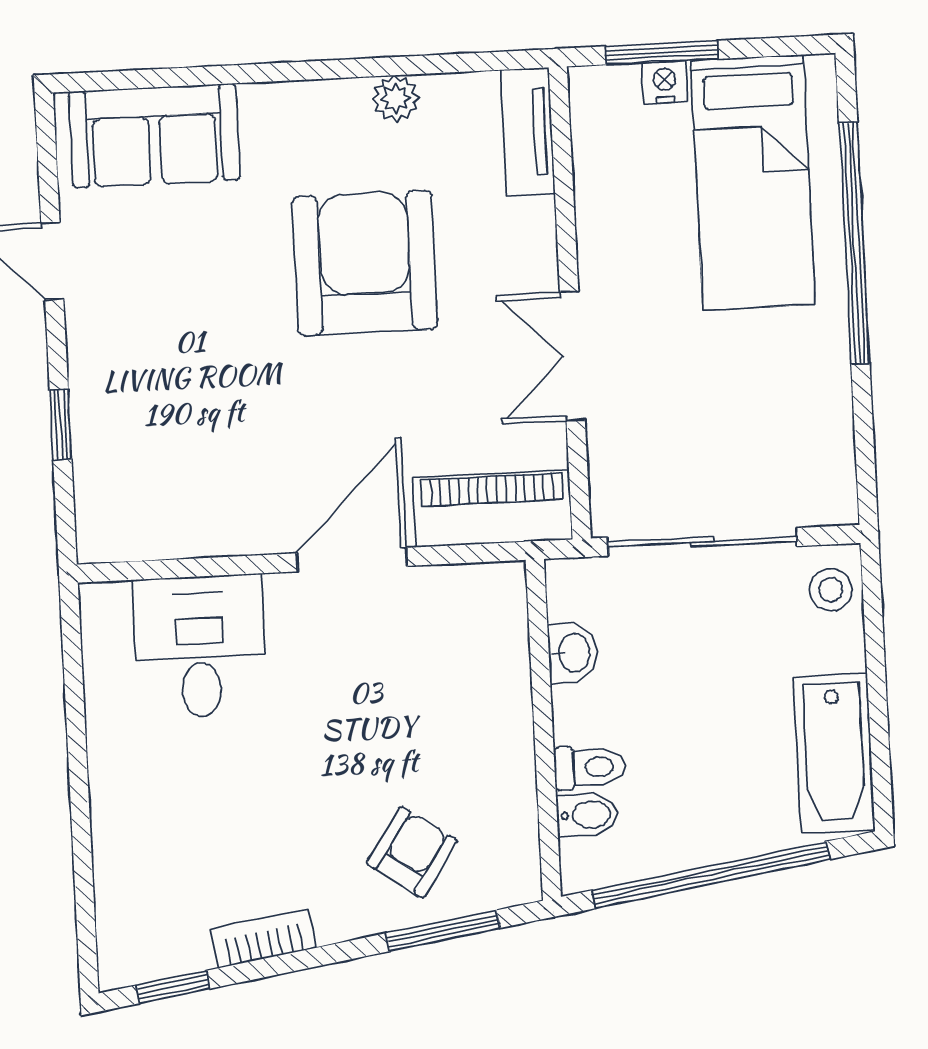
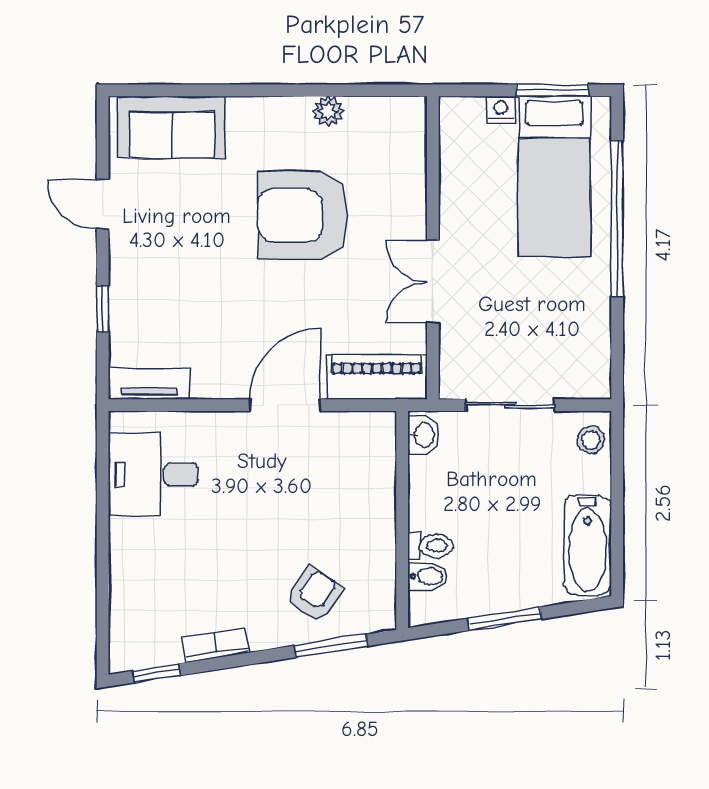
window: (662, 53) -> (552, 90), moved
tv unit: (528, 132) -> (149, 384), moved, turned 90
armchair: (365, 263) -> (303, 215), turned -90
sliding door: (702, 542) -> (510, 405), width x0.73
desk: (200, 646) -> (153, 475), moved, turned -90
washbasin: (573, 653) -> (423, 435), moved
window: (711, 875) -> (505, 619), width x0.47

